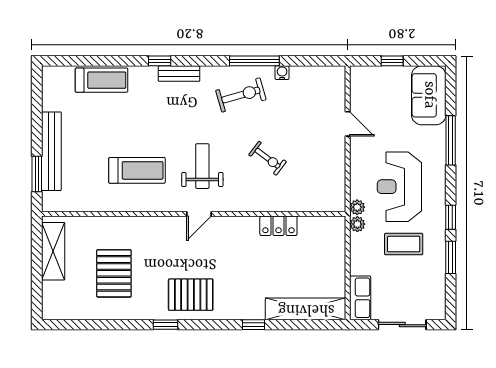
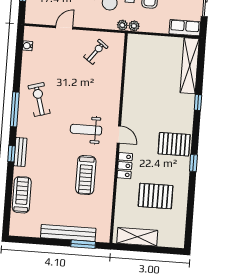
window: (254, 61) -> (15, 109), moved
water cooler: (282, 73) -> (28, 46), moved
bench: (179, 74) -> (20, 152), moved
exercise bike: (268, 158) -> (96, 52), moved
treadmill: (137, 170) -> (86, 175), turned 180
locker: (278, 226) -> (125, 166), moved
pallet: (191, 295) -> (174, 144), turned 90

